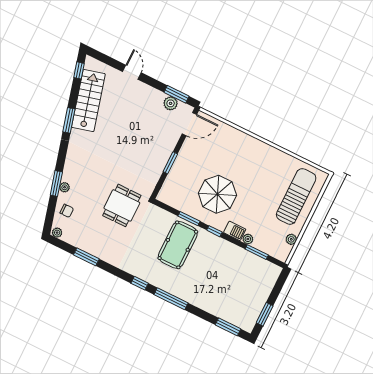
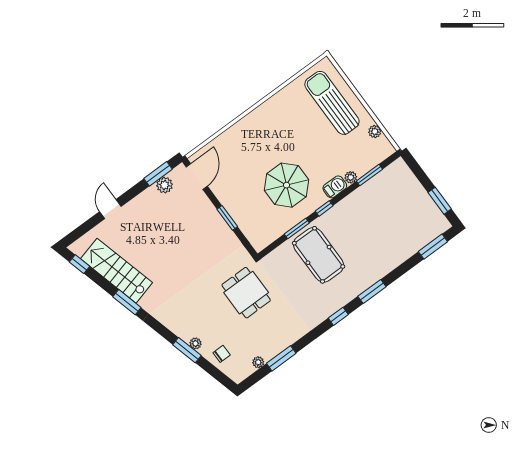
door: (132, 72) -> (110, 209), hinge flipped
plant: (57, 233) -> (258, 362), moved
window: (171, 299) -> (372, 291), width x0.69

